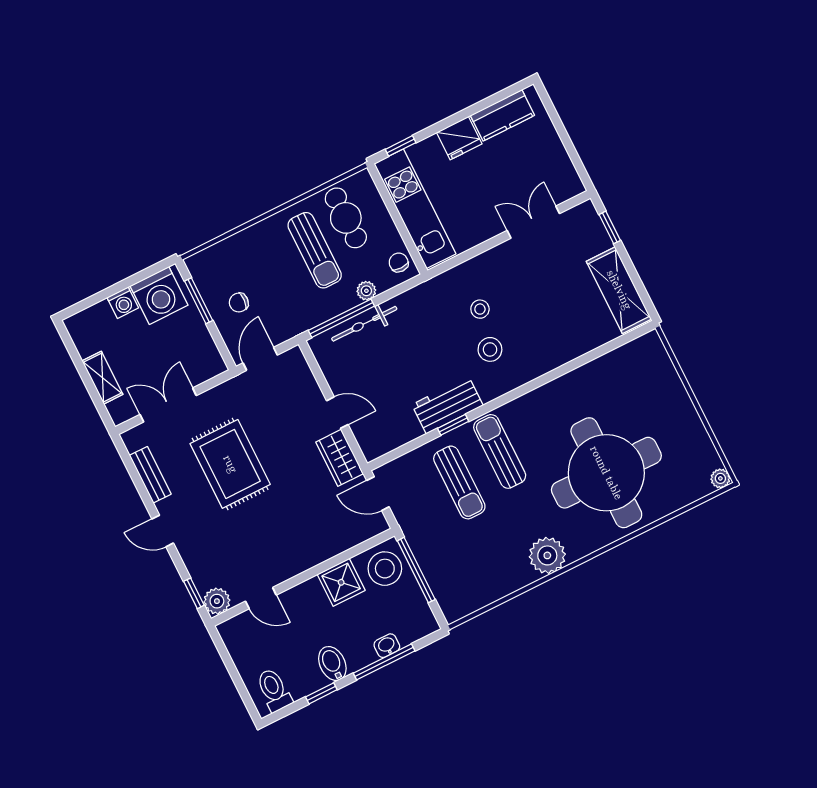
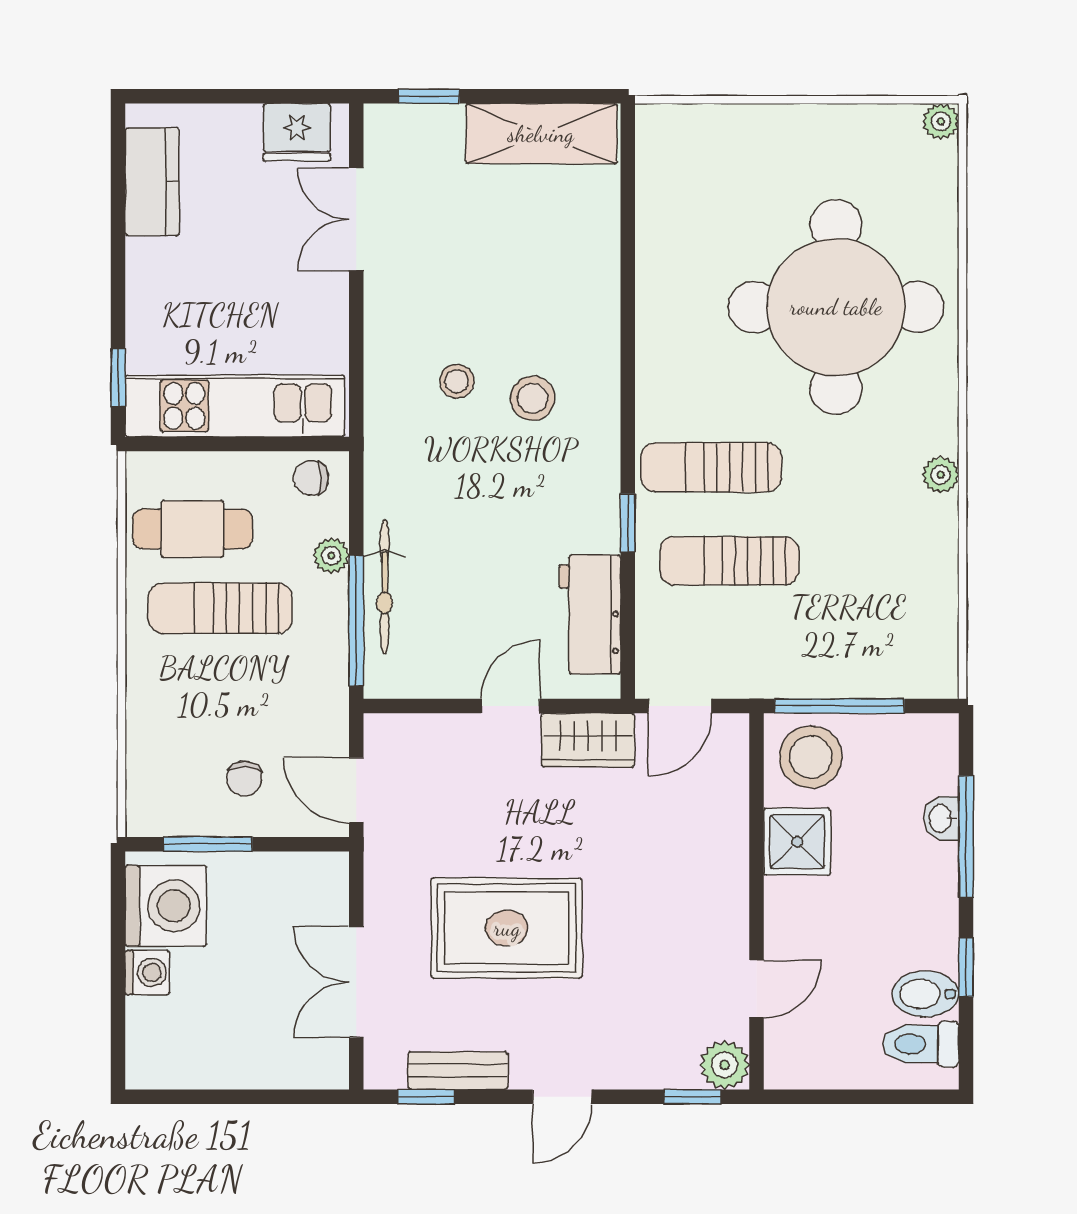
fridge: (459, 138) -> (297, 132), moved, turned 90
sun lounger: (315, 250) -> (220, 608), turned 180
shelving: (102, 378) -> (256, 1069), removed
workbench: (447, 405) -> (590, 615), moved
window: (130, 466) -> (426, 1097), added
sun lounger: (459, 482) -> (729, 561), turned 180
plant: (547, 555) -> (941, 475), width x0.53, depth x0.53
bidet: (332, 663) -> (925, 994), moved

